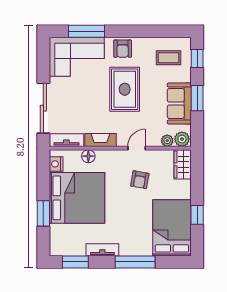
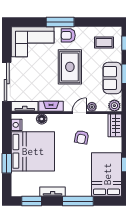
window: (86, 31) -> (60, 22), moved
armchair: (123, 49) -> (68, 35), turned 90
plant: (167, 141) -> (92, 107), moved

